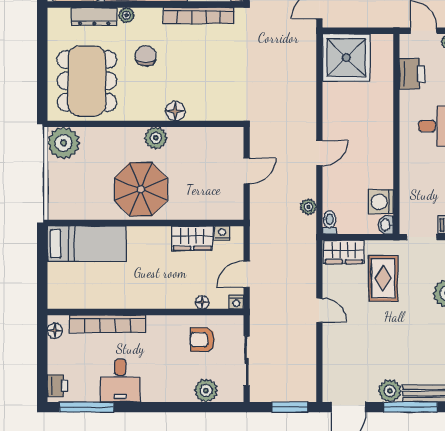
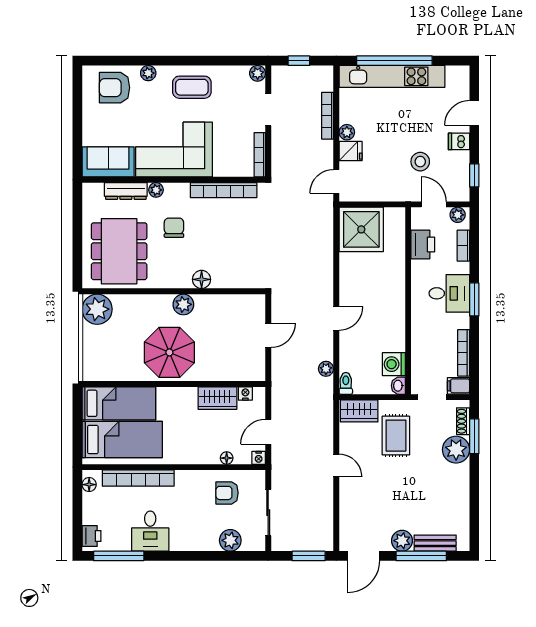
bed: (90, 282) -> (122, 440), added

